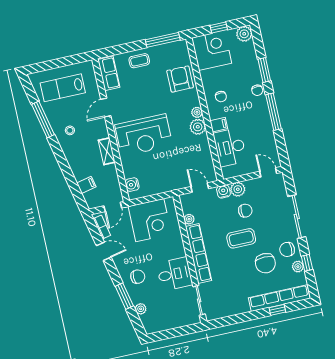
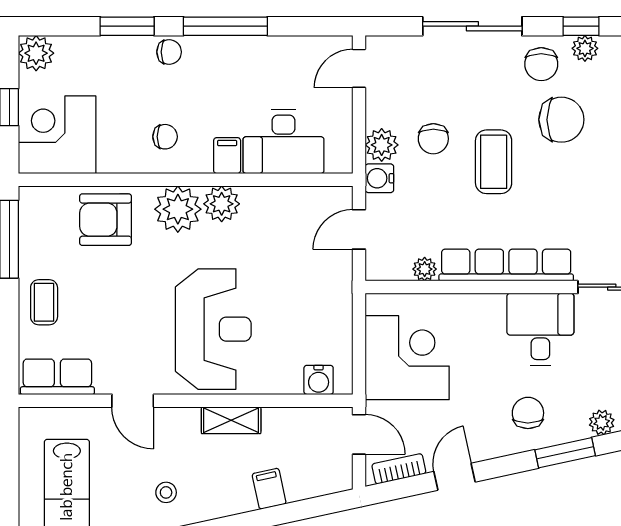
plant: (197, 112) -> (178, 209), width x1.88, depth x1.88
filing cabinet: (86, 185) -> (269, 489), moved
chair: (245, 211) -> (433, 139), turned 180

